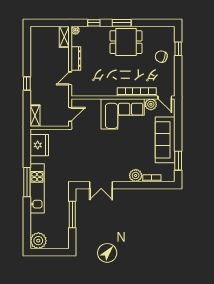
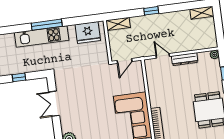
shelving: (64, 37) -> (202, 13), moved
door: (70, 114) -> (125, 61), hinge flipped
window: (72, 214) -> (19, 77), width x0.46

